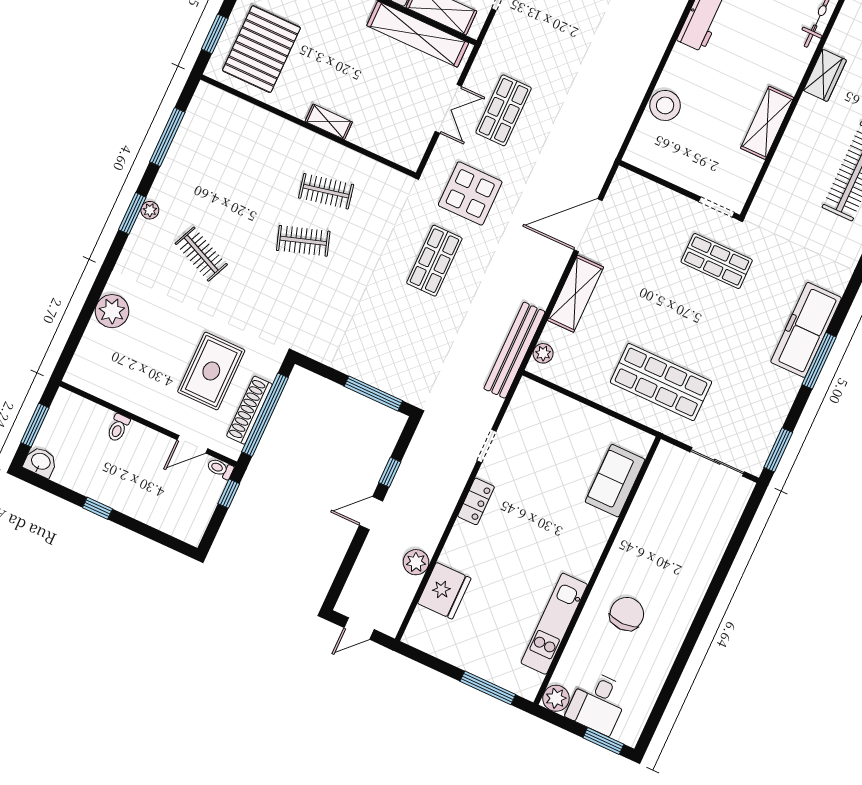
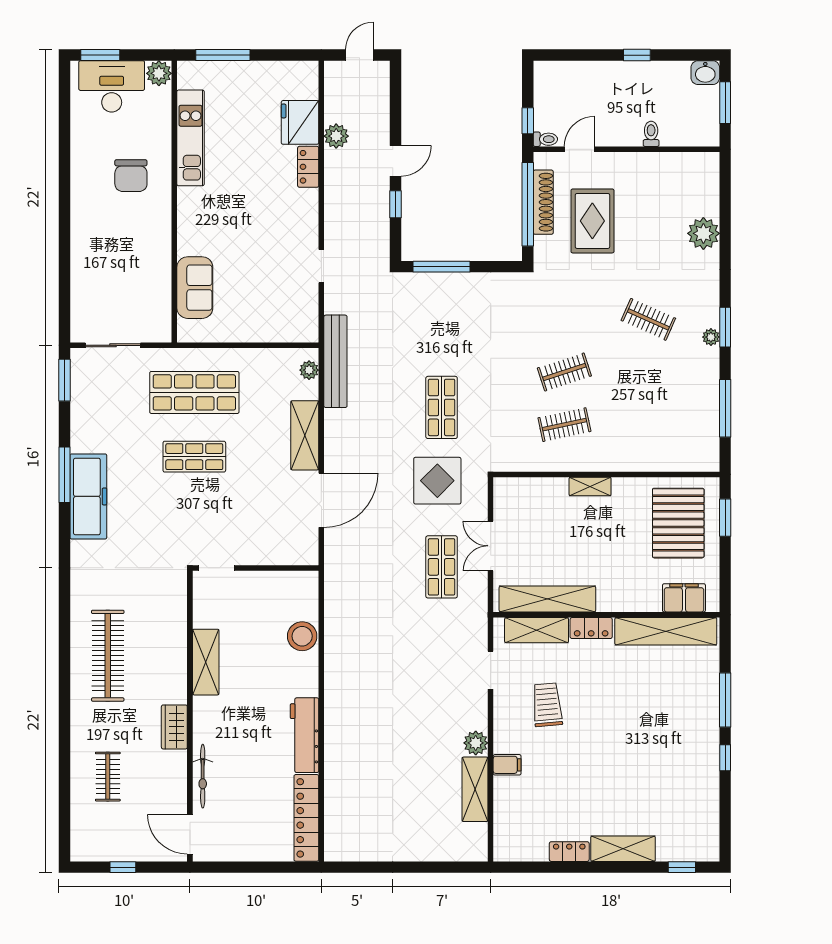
shop shelf: (717, 261) -> (194, 457), moved
locker: (476, 501) -> (308, 167), moved
desk: (598, 703) -> (112, 86), width x1.37

